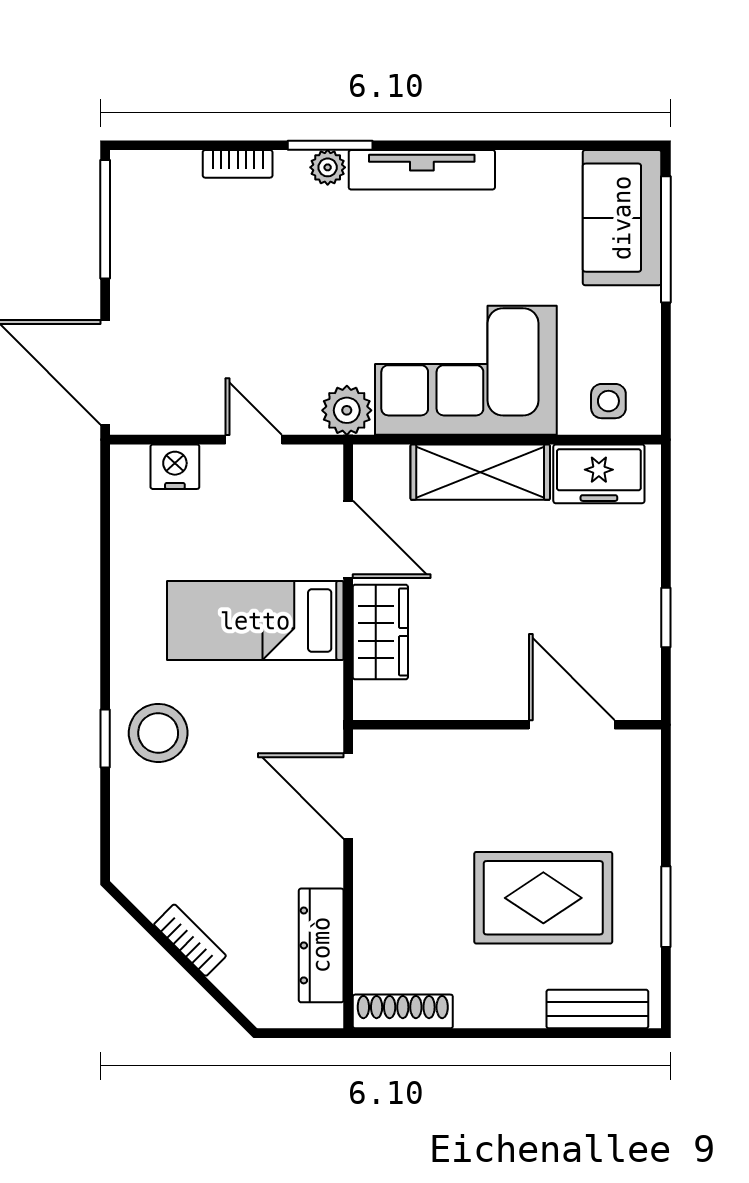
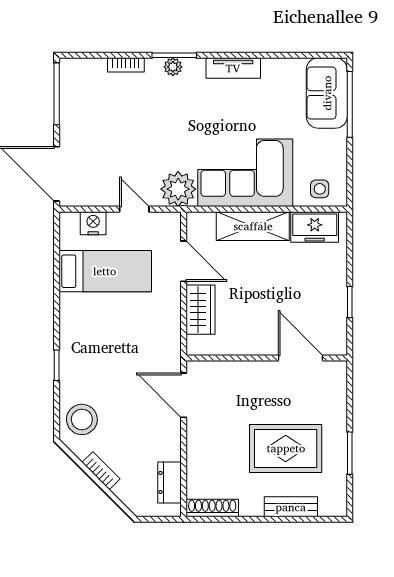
tv unit: (422, 170) -> (233, 68), width x0.71
plant: (347, 410) -> (178, 189), width x1.36, depth x1.36
bed: (255, 621) -> (105, 271), moved, turned 180
stool: (158, 733) -> (82, 419), moved
dresser: (321, 945) -> (170, 482), width x0.70
bench: (597, 1009) -> (291, 507), moved

